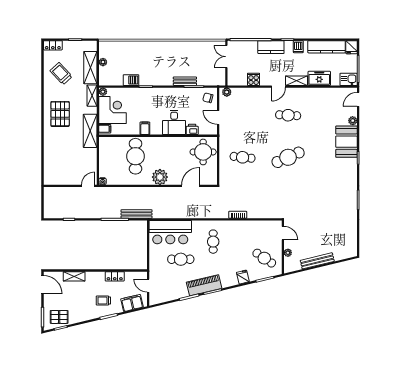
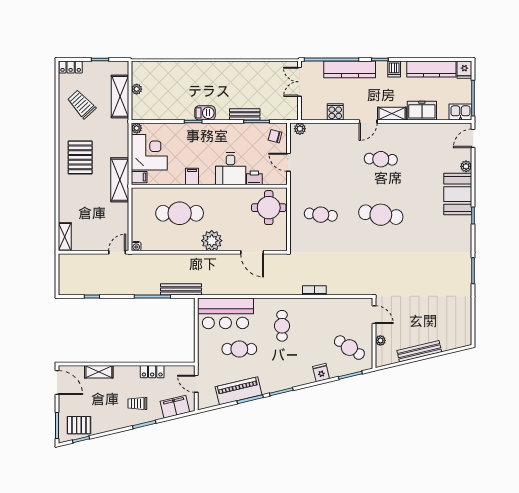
kitchen counter: (271, 47) -> (350, 69), width x1.50
barbecue: (131, 80) -> (205, 113), moved
shelving: (92, 96) -> (65, 237), moved
cafe table: (135, 156) -> (180, 213), turned 90
cafe table: (288, 157) -> (381, 215), turned 33
door: (191, 186) -> (252, 252), swing flipped
piano: (204, 285) -> (239, 391), moved

